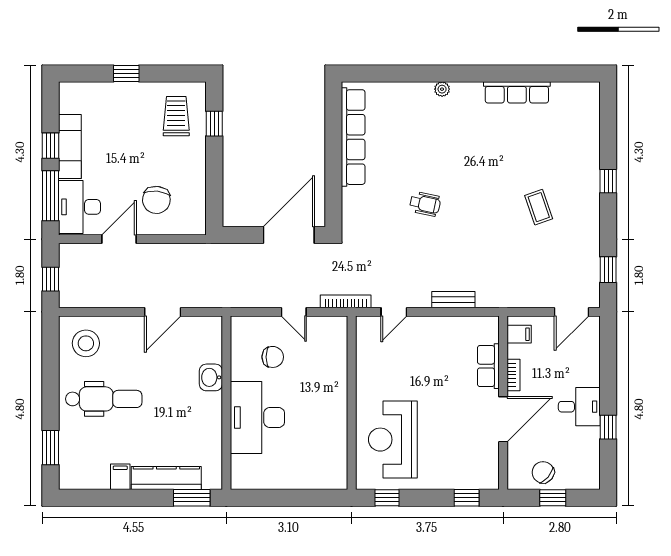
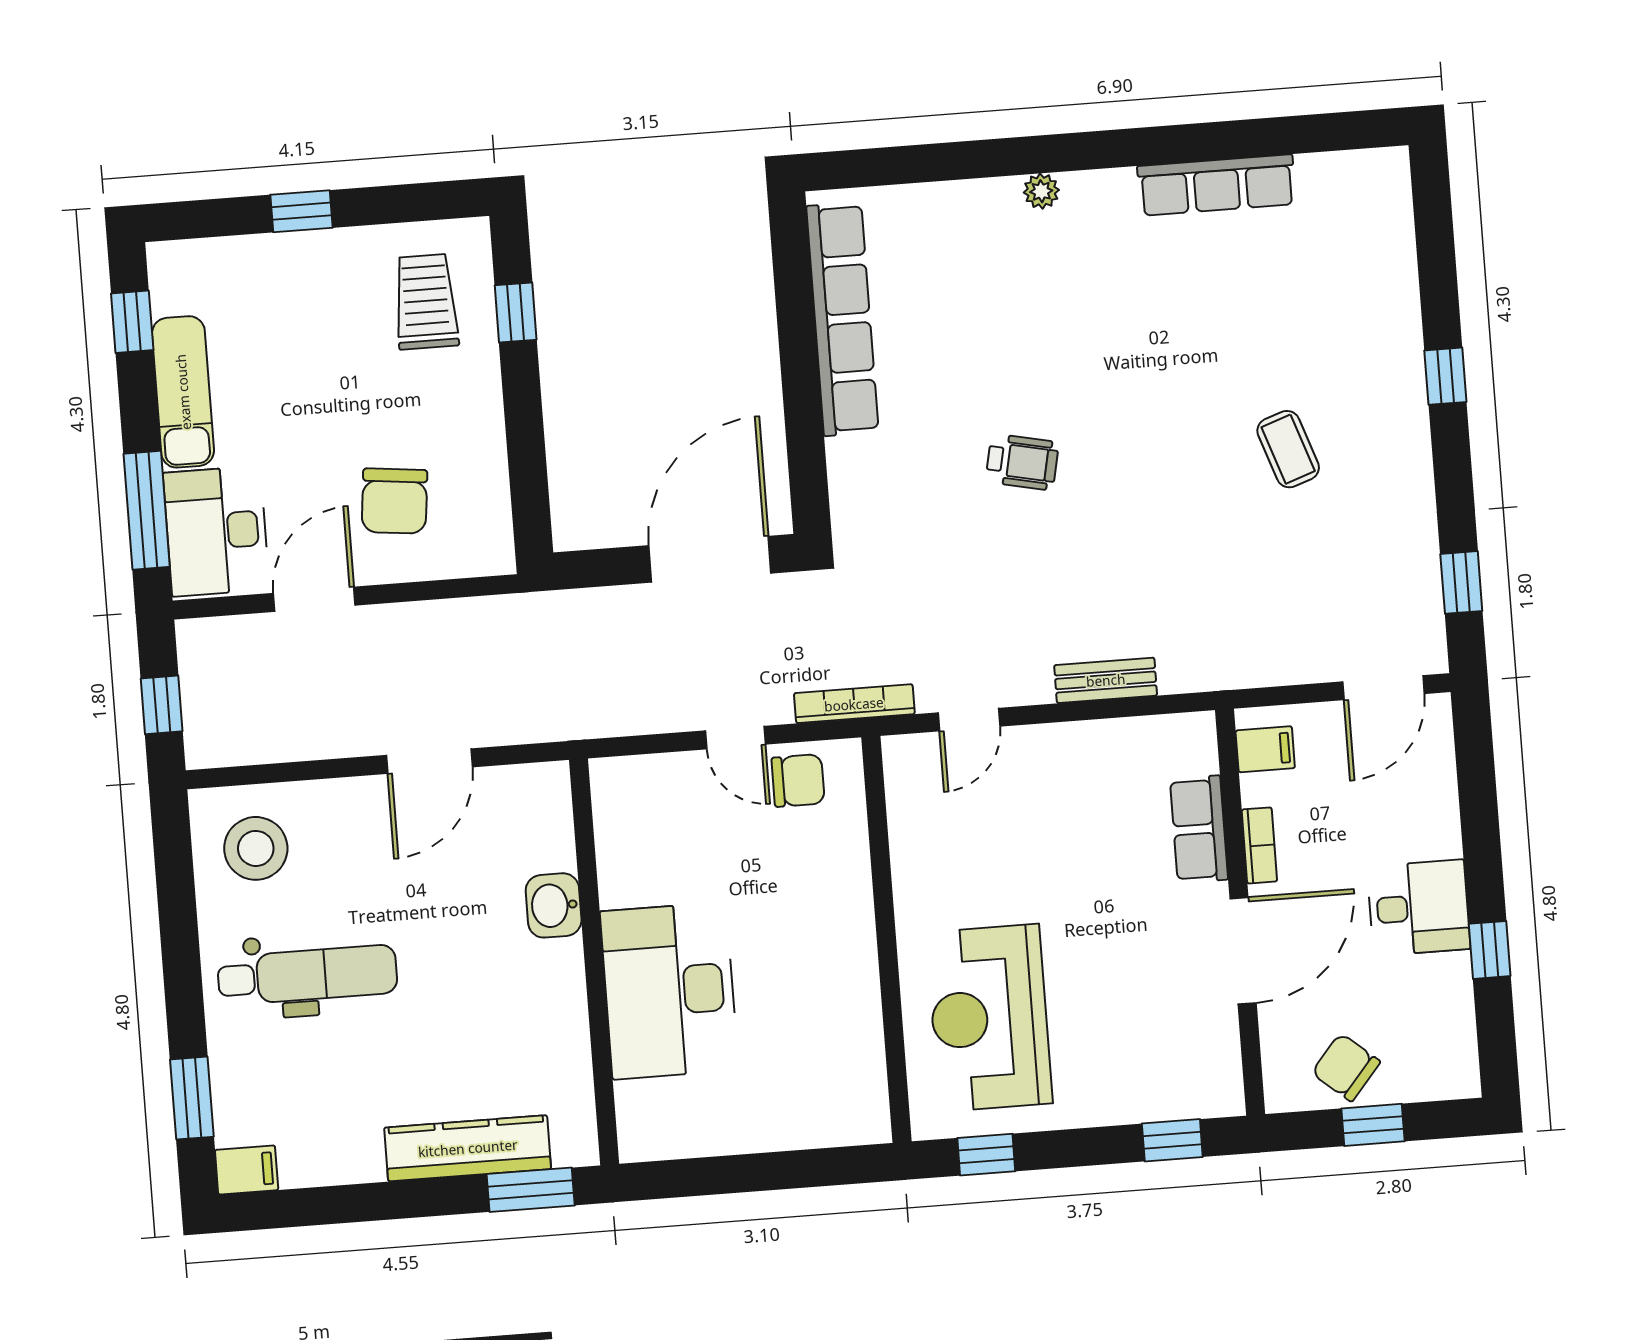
window: (51, 146) -> (132, 322), moved
chair: (273, 357) -> (798, 781), moved
filing cabinet: (120, 477) -> (247, 1170), moved, turned 90

